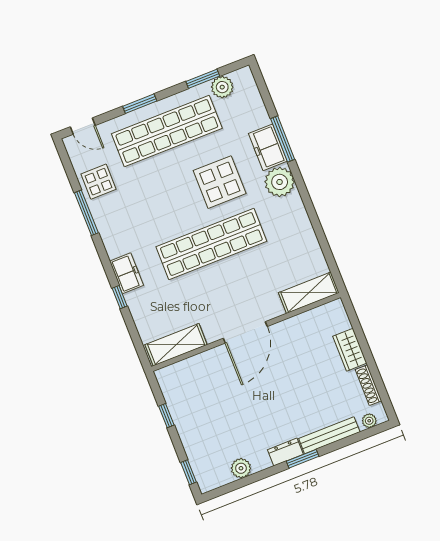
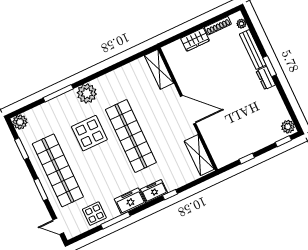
plant: (222, 87) -> (20, 122), moved
door: (83, 126) -> (58, 226), swing flipped
freezer: (268, 147) -> (130, 201), moved, turned 180
plant: (241, 468) -> (288, 127), moved

